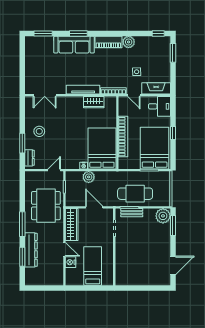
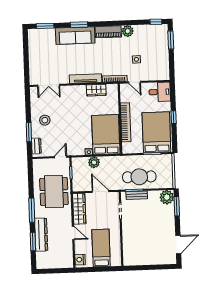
fireplace: (156, 88) -> (156, 75), removed
nightstand: (70, 262) -> (80, 260), moved

